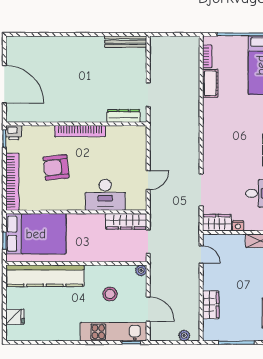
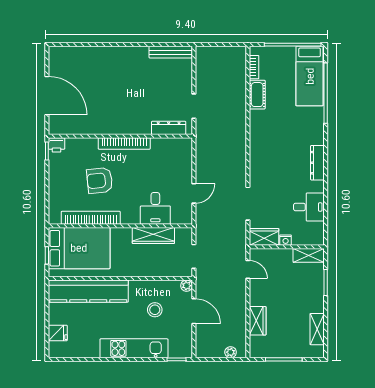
bookcase: (12, 182) -> (91, 218), moved, turned -90
desk: (105, 195) -> (155, 208), width x0.73
wardrobe: (126, 221) -> (153, 236), moved
door: (148, 309) -> (194, 311), moved
kitchen unit: (114, 332) -> (134, 348), moved

